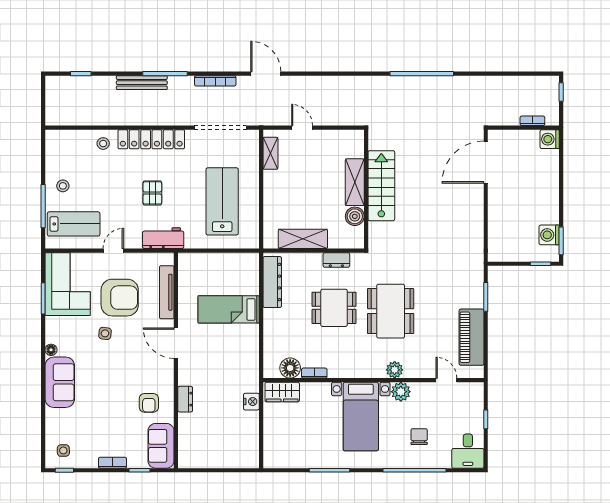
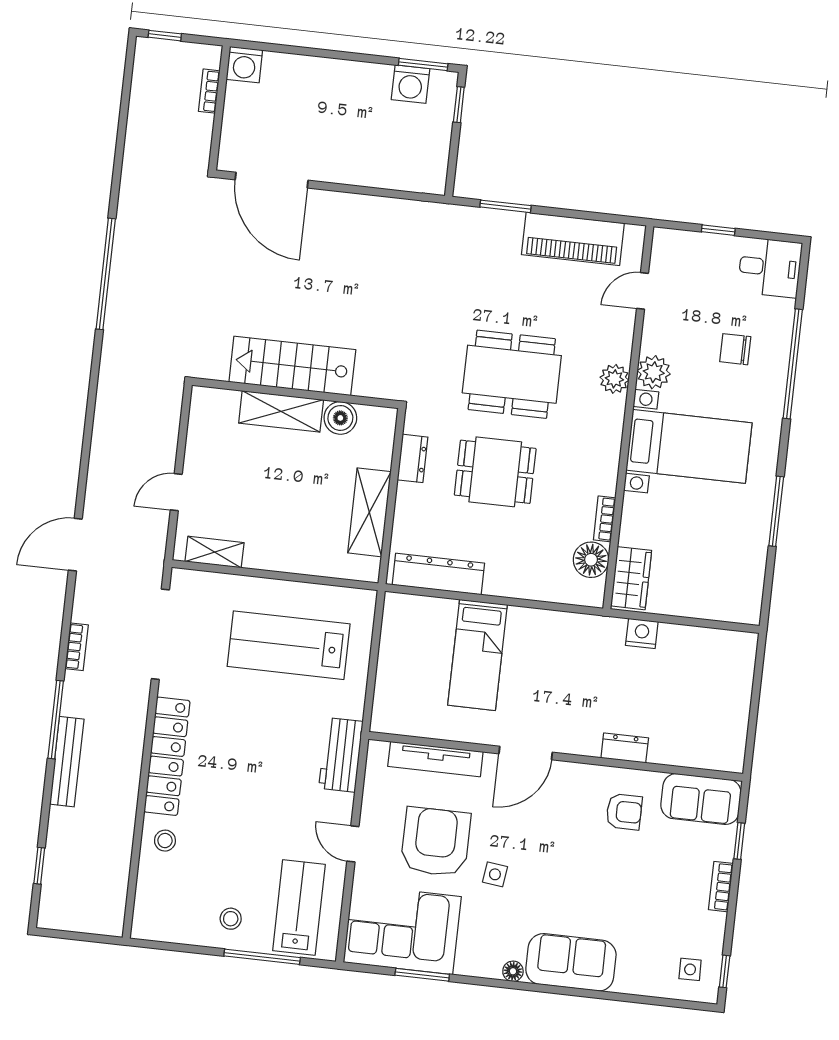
bookcase: (215, 81) -> (77, 647), width x0.64
pallet: (152, 193) -> (260, 765), removed
dining table: (334, 308) -> (495, 472), turned 90

